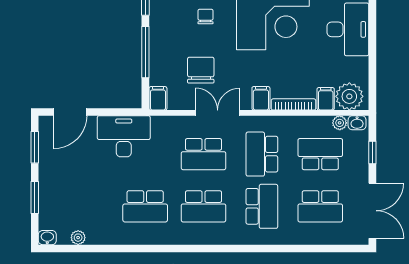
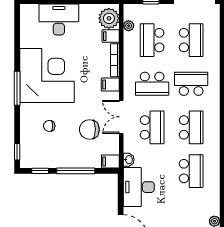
washbasin: (357, 123) -> (129, 160), moved

